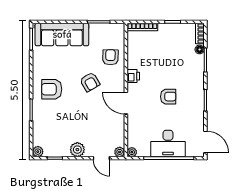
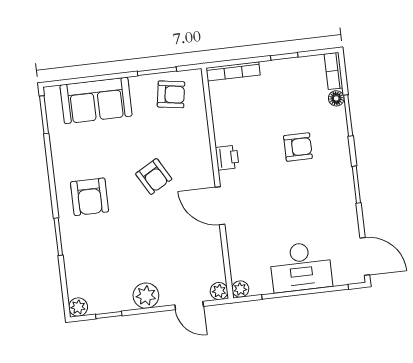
sofa: (62, 34) -> (96, 100), width x0.73
armchair: (110, 57) -> (171, 94), moved, turned 98
armchair: (52, 89) -> (90, 197), turned -90
armchair: (168, 97) -> (298, 147), moved

